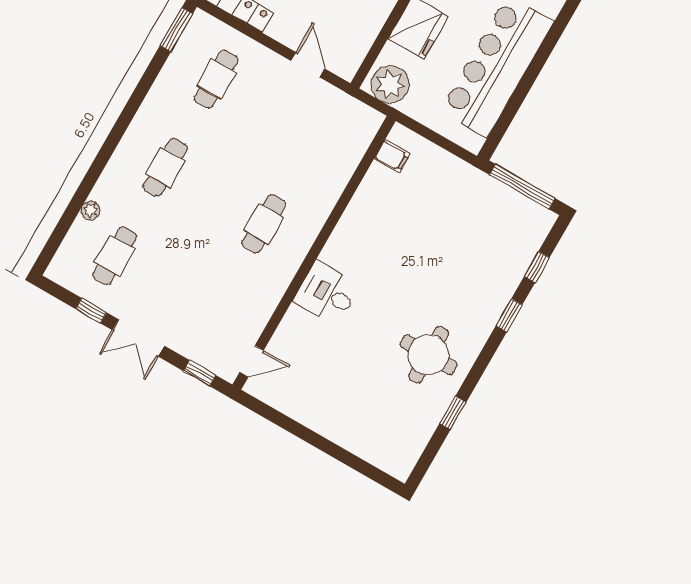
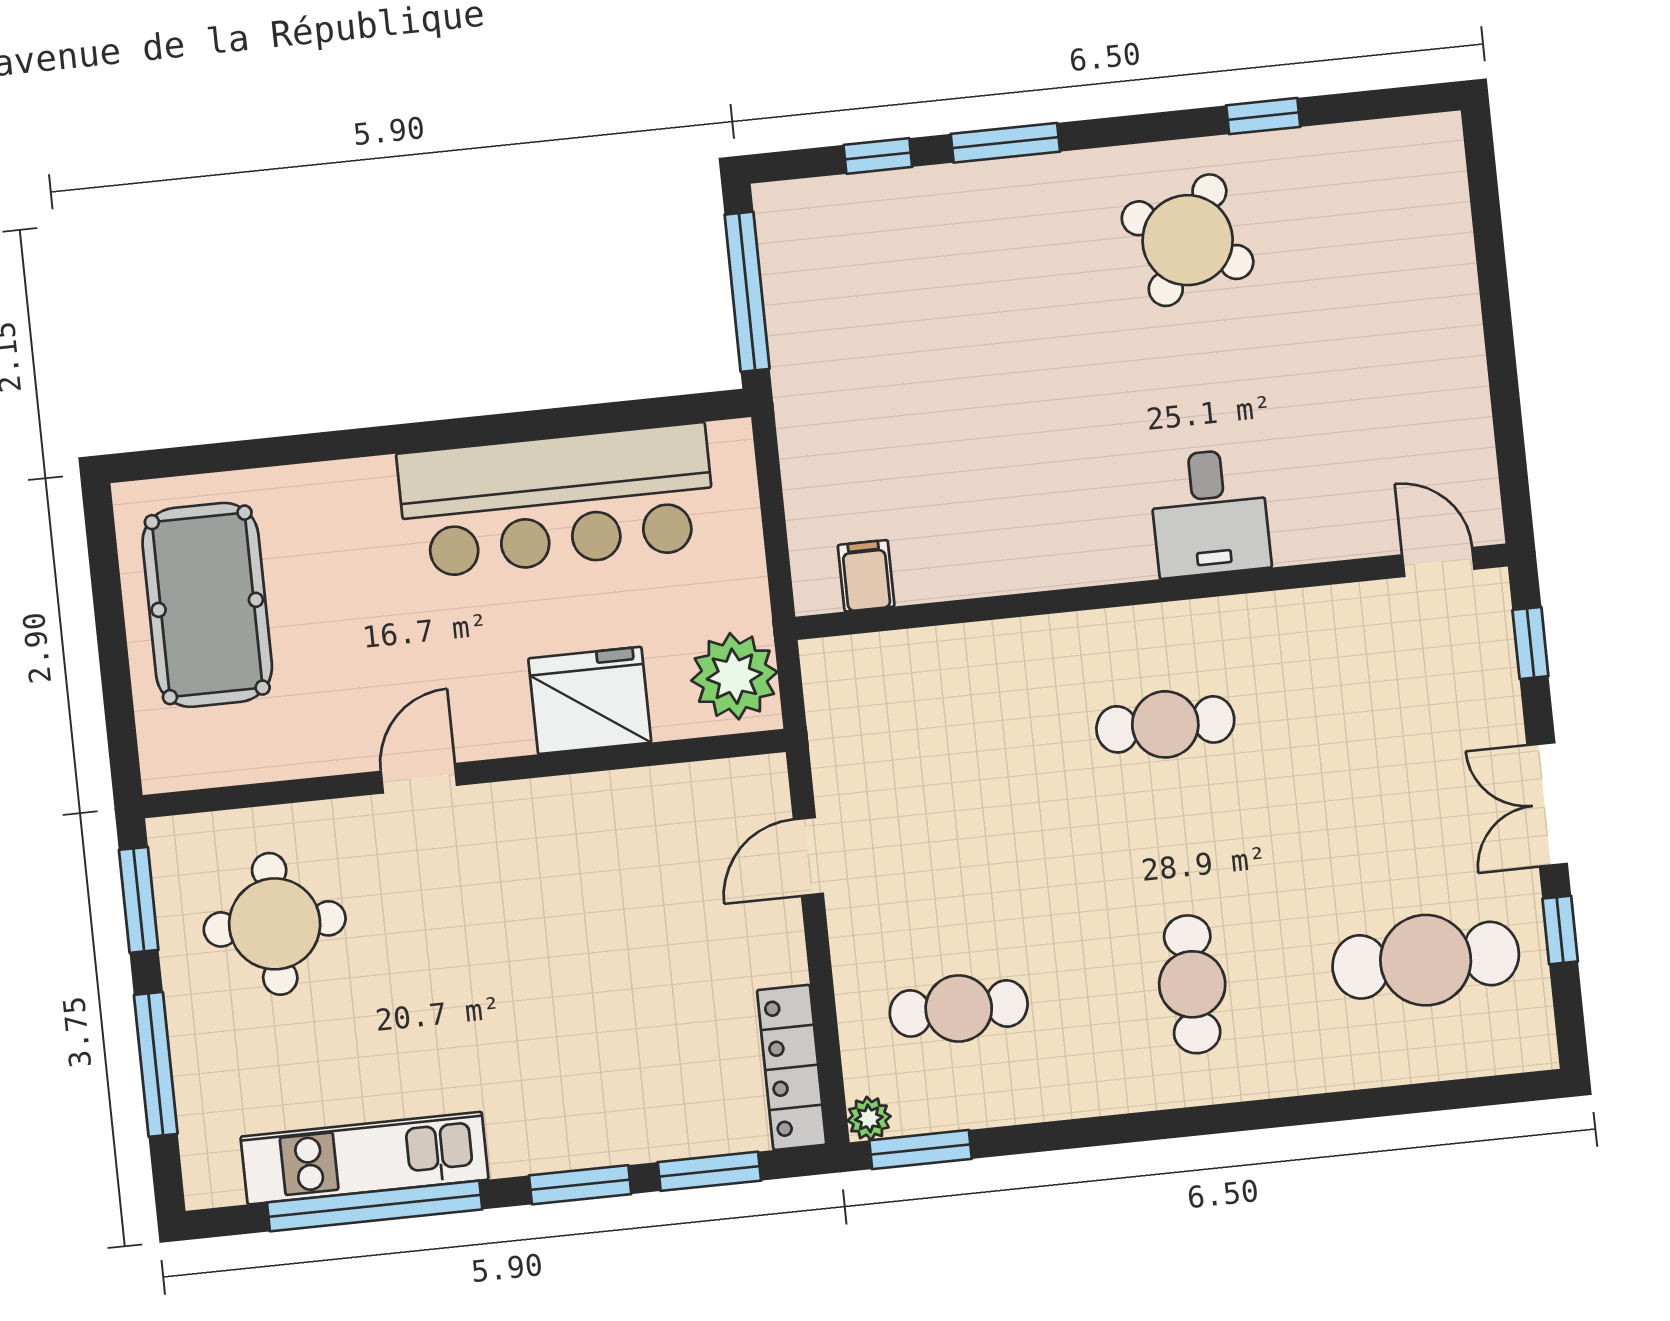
cafe table: (165, 167) -> (1192, 984), turned 90
plant: (91, 210) -> (869, 1118), moved
cafe table: (115, 256) -> (1426, 960), width x1.37, depth x1.35
window: (509, 315) -> (1005, 143), width x1.50
double door: (139, 338) -> (1547, 804), swing flipped
round table: (428, 355) -> (1188, 240), turned 30

